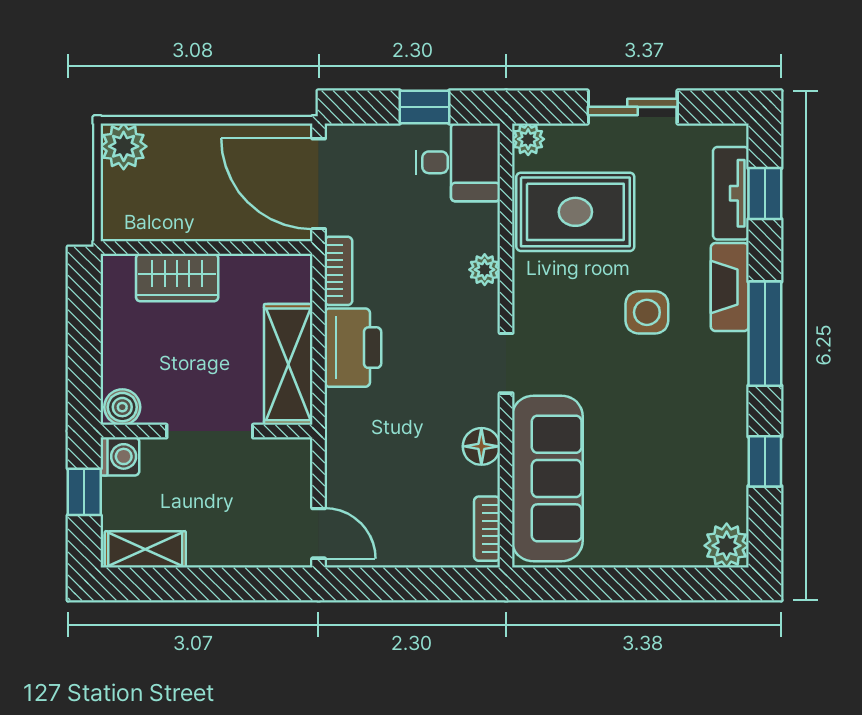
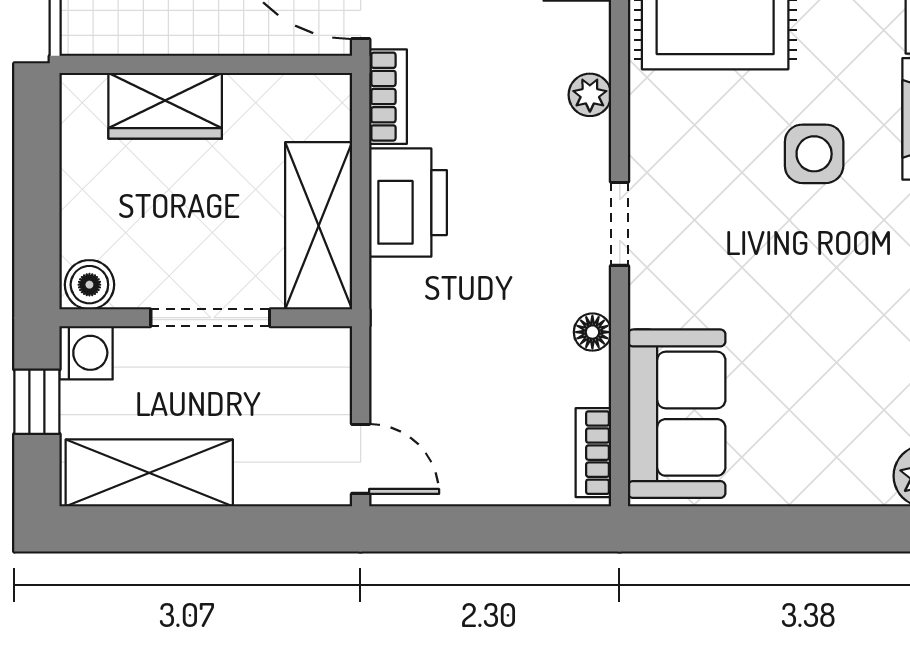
floor lamp: (481, 446) -> (592, 332), width x0.73, depth x0.73
sofa: (547, 479) -> (677, 414), width x0.73
shelving: (145, 549) -> (149, 473), width x1.50, depth x1.33

